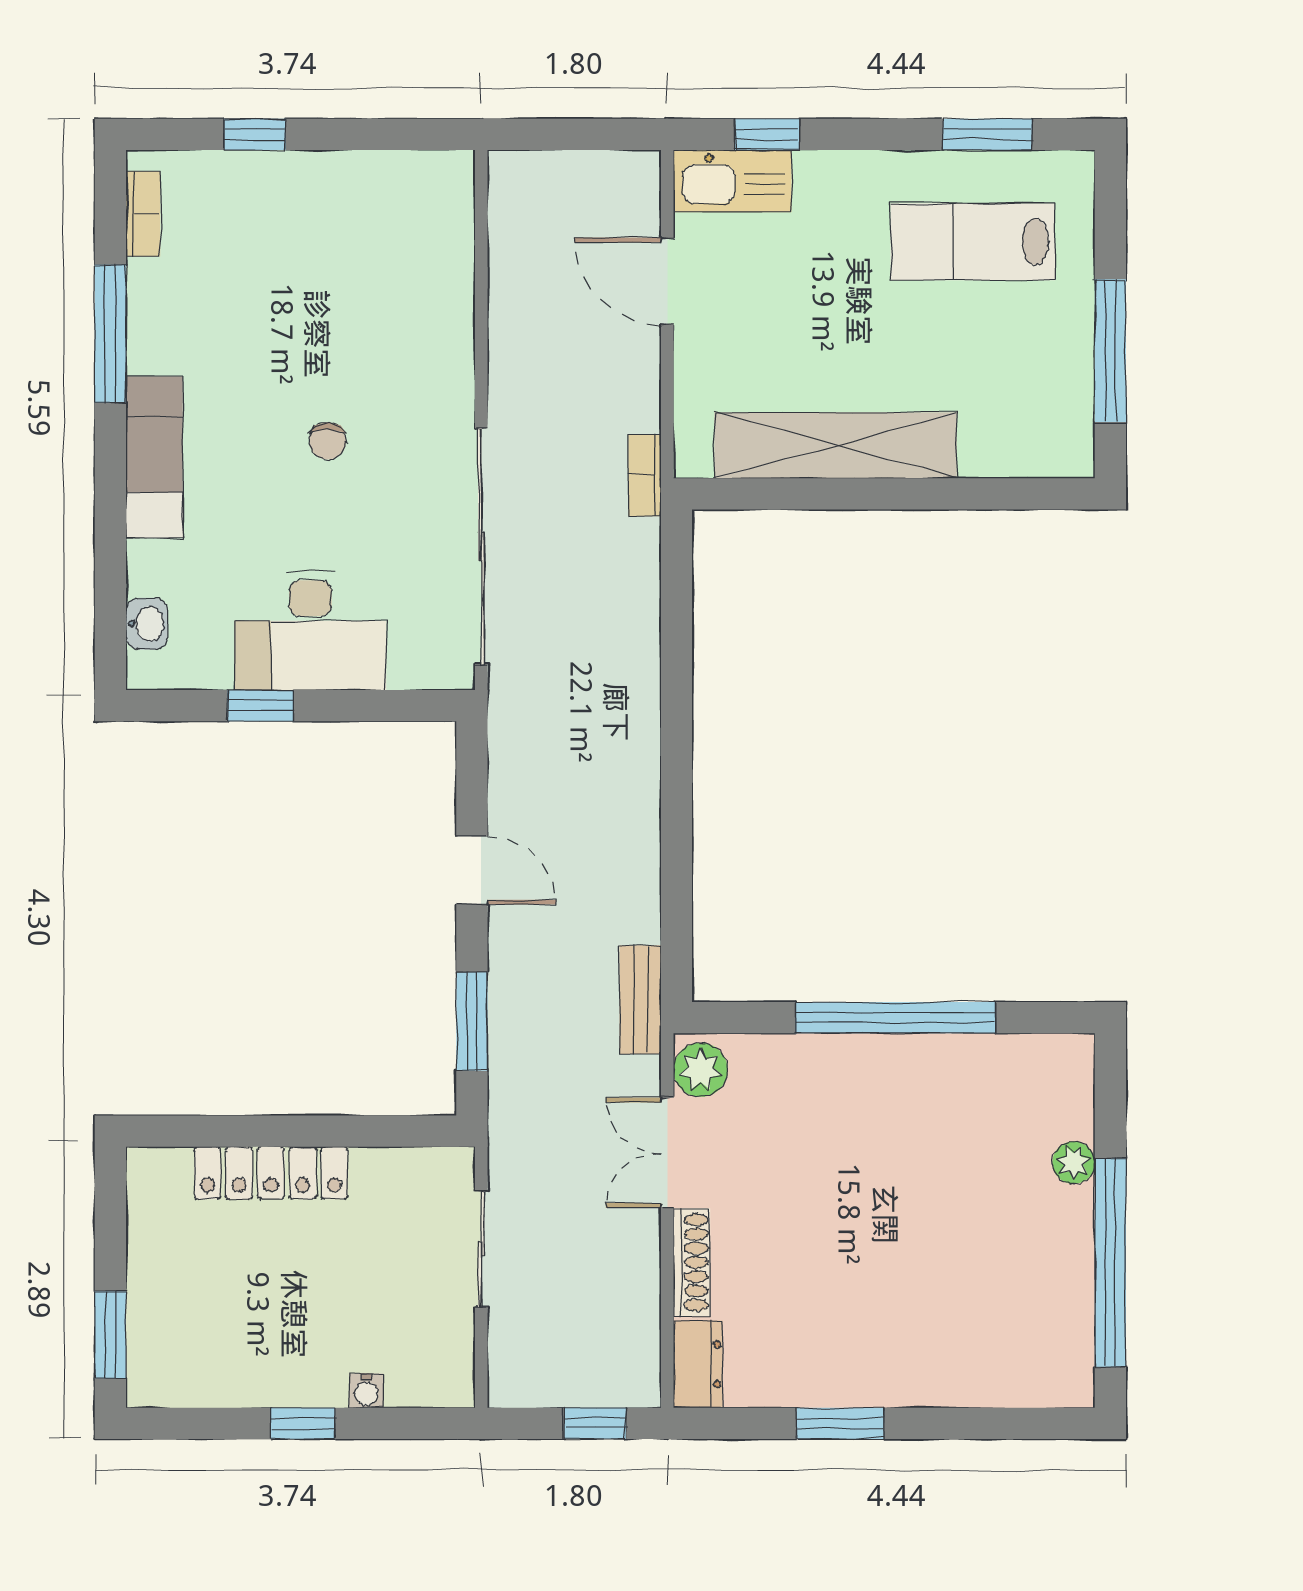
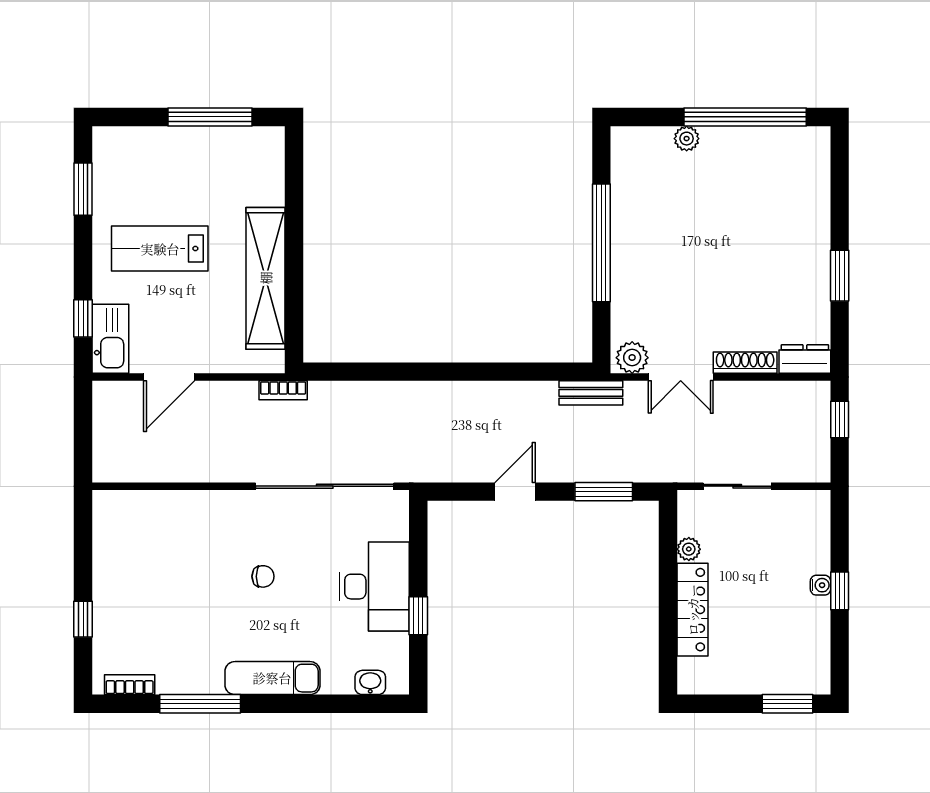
lab bench: (973, 242) -> (160, 249), moved, turned 90
plant: (374, 1166) -> (689, 549), added
water cooler: (366, 1391) -> (820, 585), moved

